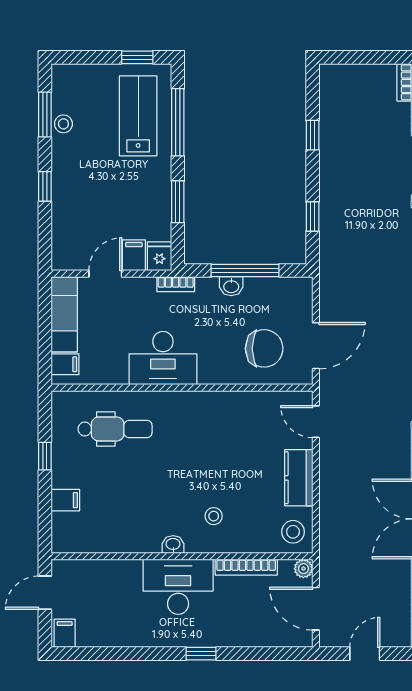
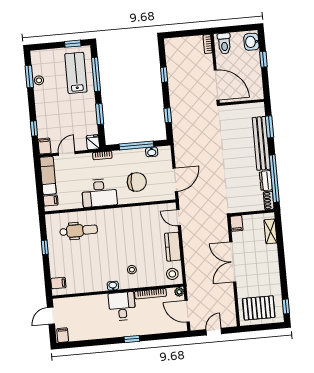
window: (45, 186) -> (34, 128), moved
filing cabinet: (134, 255) -> (45, 146), moved
washbasin: (231, 286) -> (152, 152), moved
chair: (264, 348) -> (137, 182), moved
filing cabinet: (65, 500) -> (58, 283), moved
desk: (178, 587) -> (122, 306), width x0.73

